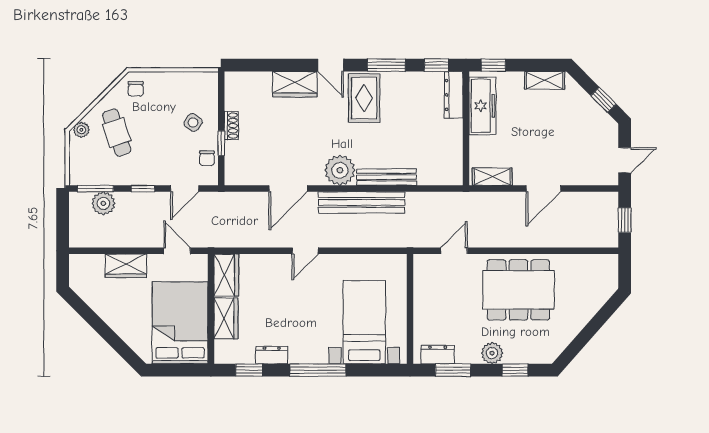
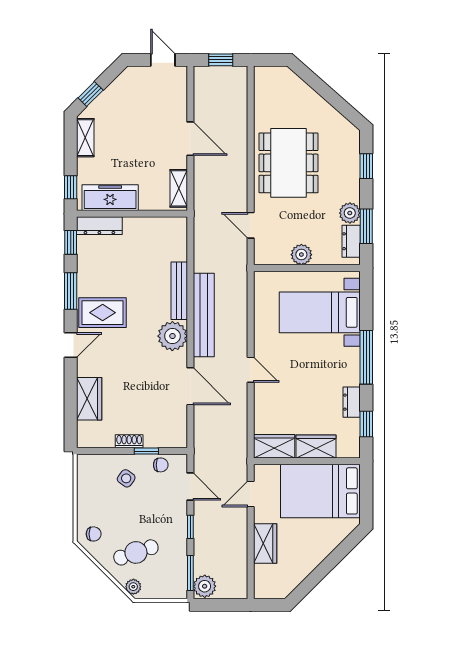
wardrobe: (295, 84) -> (89, 399), moved
window: (603, 100) -> (91, 94), moved
plant: (103, 203) -> (205, 586), moved
plant: (424, 303) -> (301, 255), added
plant: (492, 353) -> (350, 213), moved

